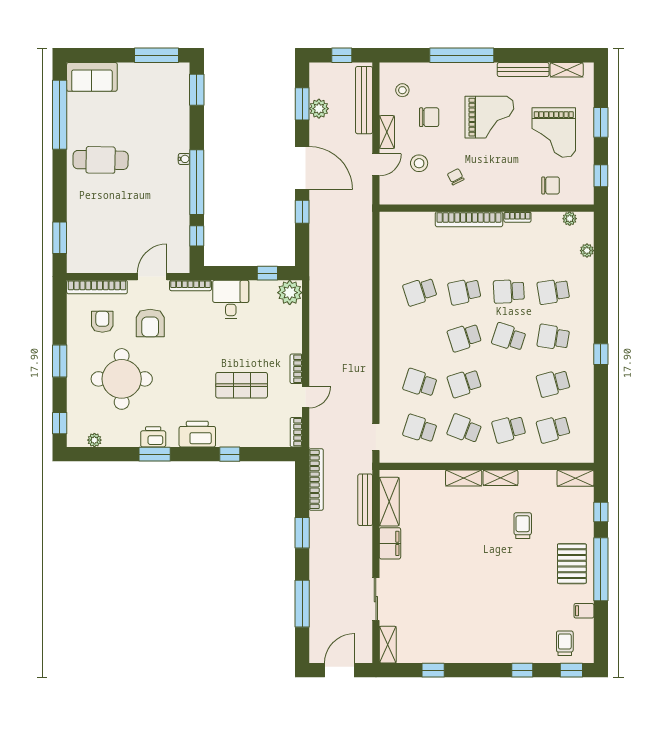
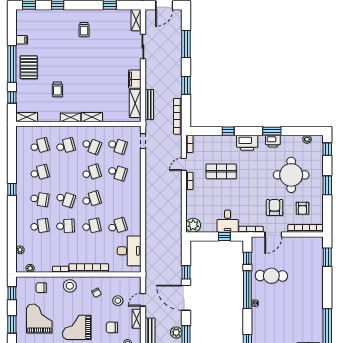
cafe table: (101, 160) -> (271, 276), moved
stool: (501, 189) -> (70, 286), added
desk: (400, 249) -> (129, 251), added
window: (267, 273) -> (224, 237), moved
trolley: (565, 643) -> (84, 30), moved

